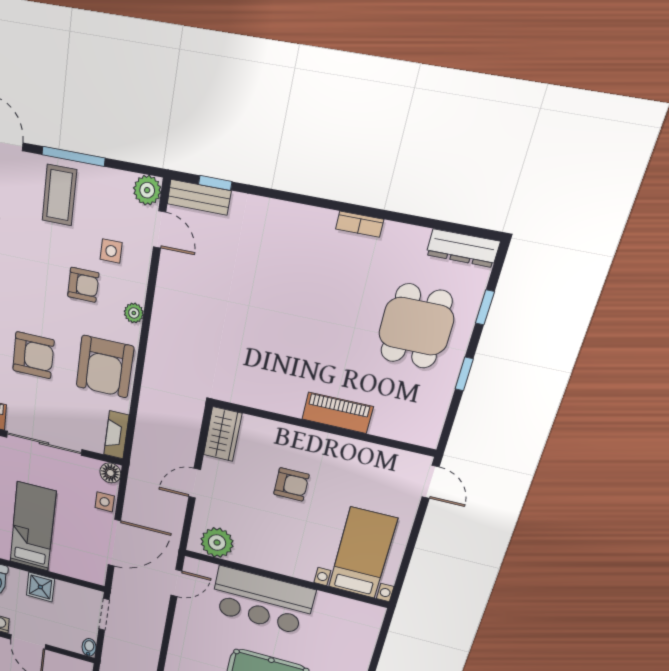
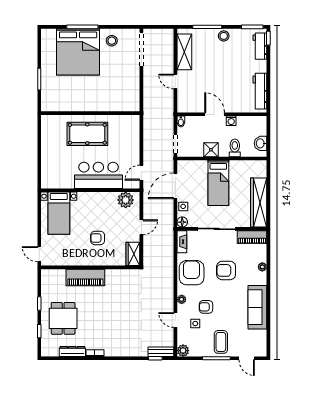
door: (160, 229) -> (175, 320), moved
dresser: (463, 248) -> (72, 351), moved
piano: (337, 413) -> (85, 278), width x1.37, depth x1.33

